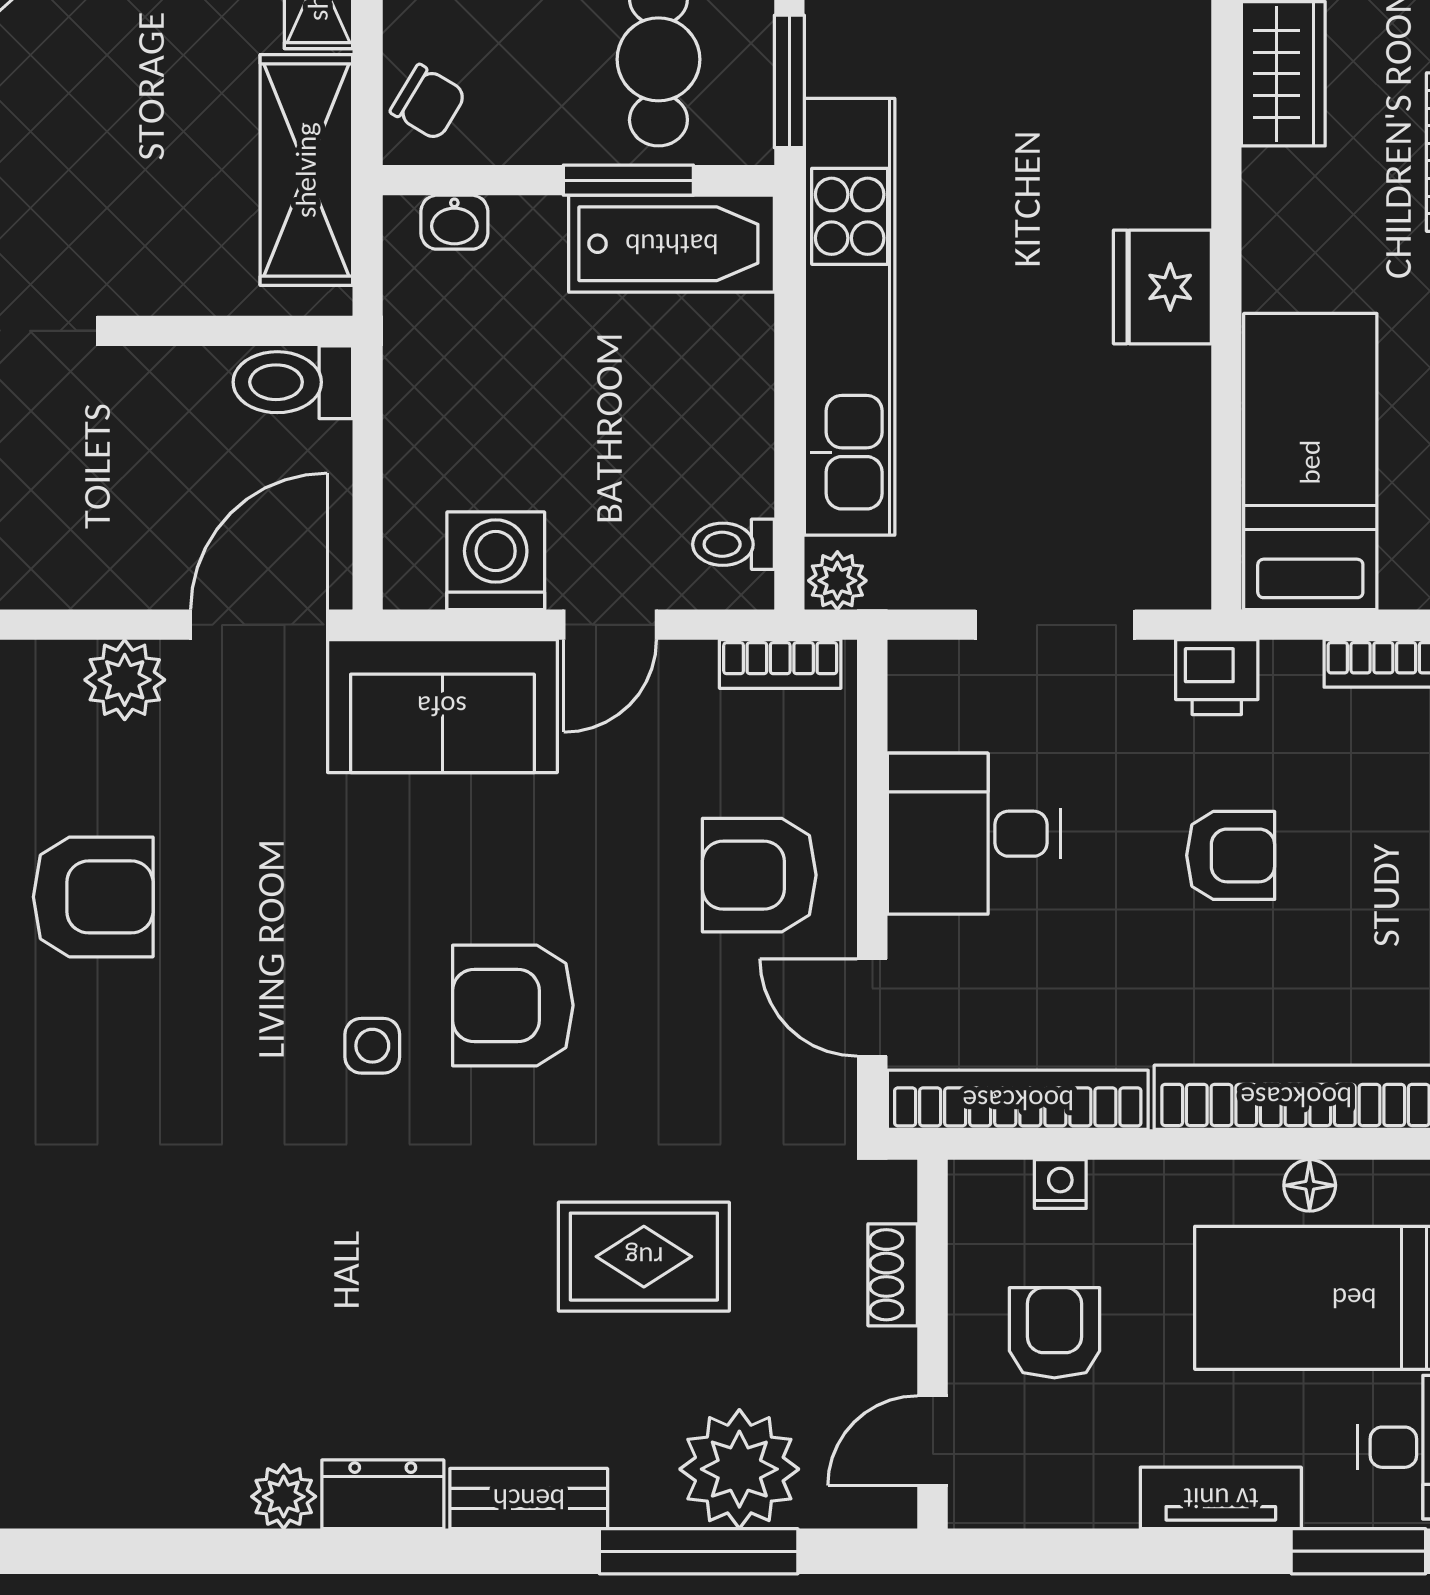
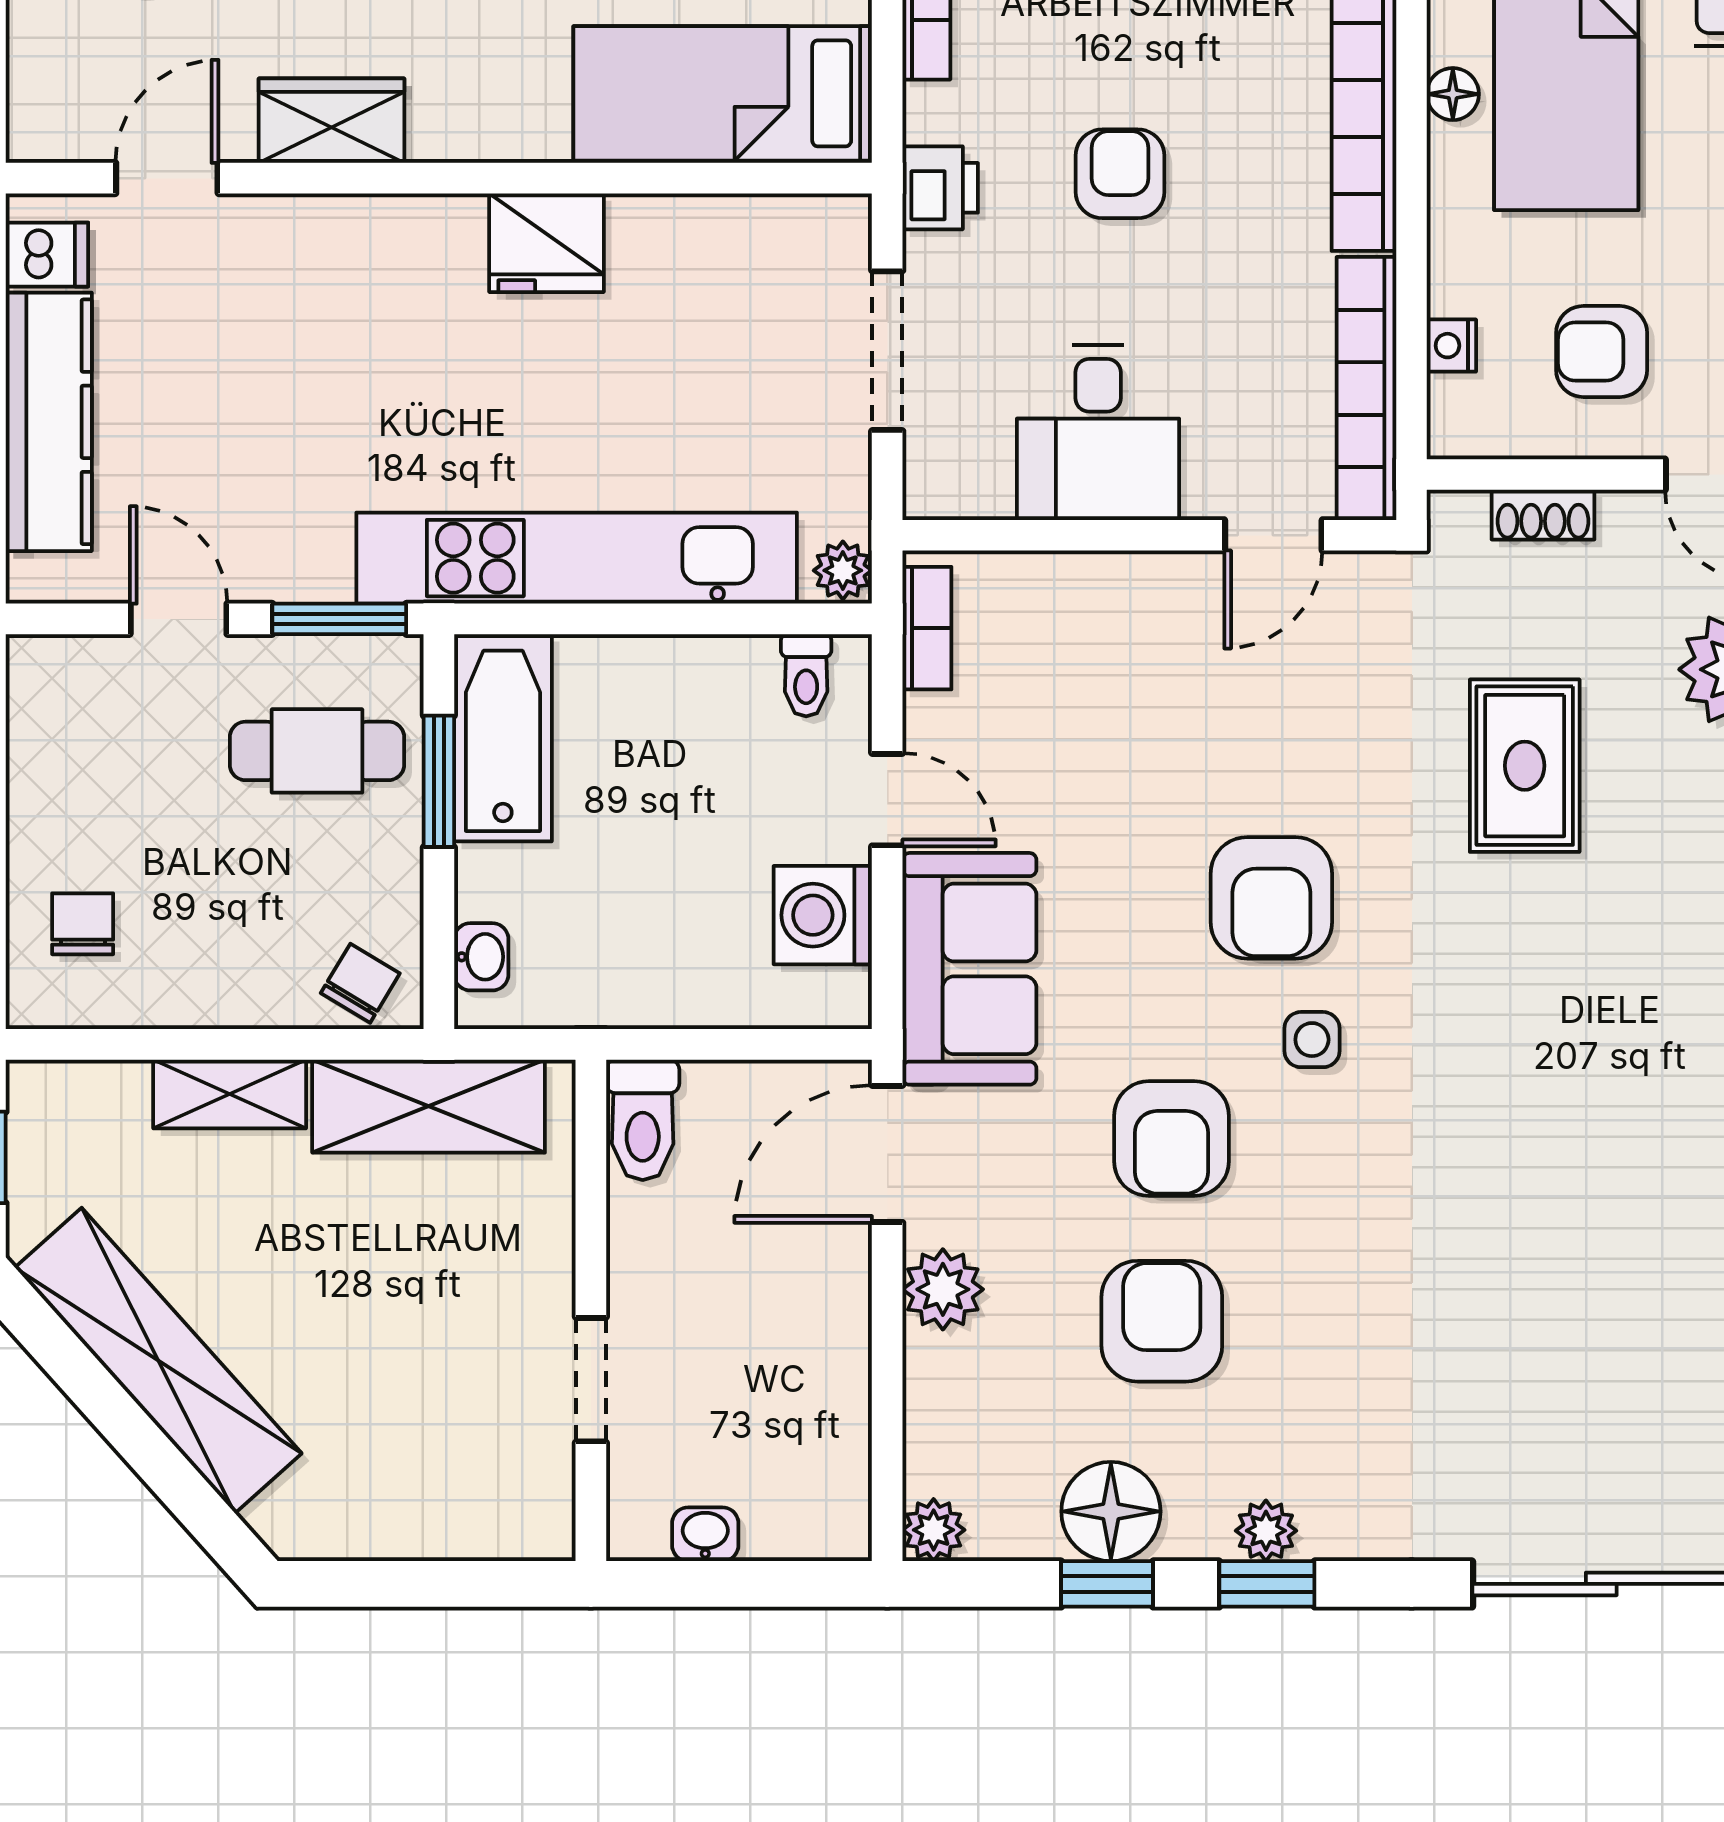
door: (259, 625) -> (887, 1154), hinge flipped
armchair: (759, 875) -> (1171, 1139), moved

